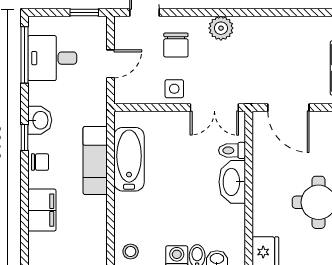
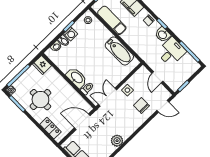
plant: (221, 28) -> (117, 141), moved
desk: (52, 58) -> (171, 52), moved
exam couch: (95, 161) -> (112, 20), moved

